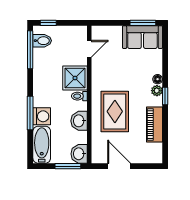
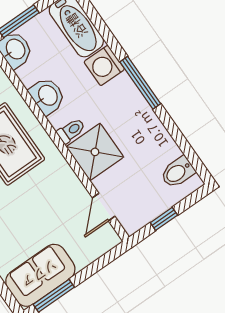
window: (48, 23) -> (164, 219), moved
window: (30, 50) -> (186, 148), removed
window: (30, 113) -> (140, 83), moved

